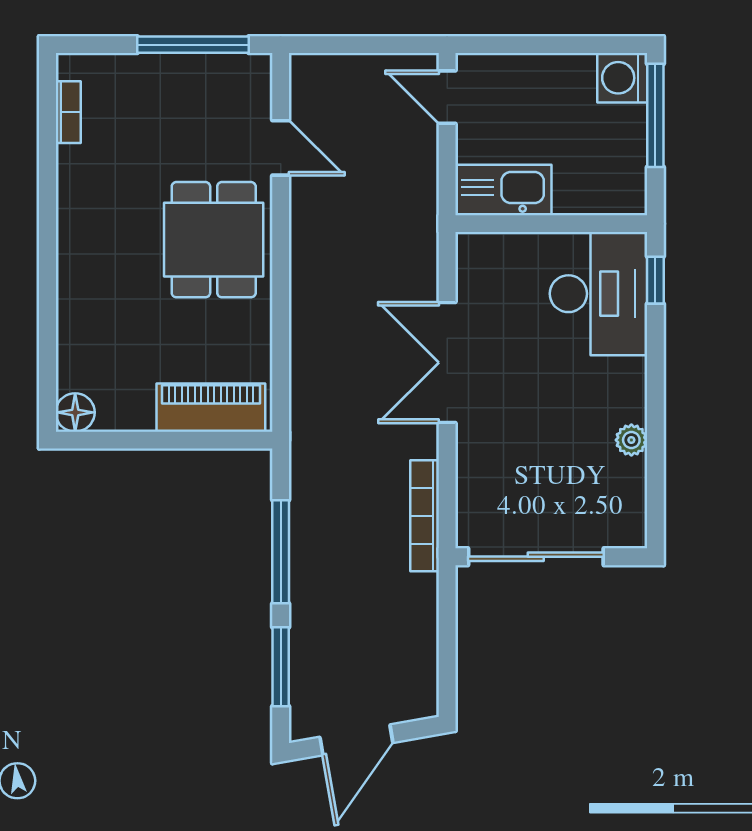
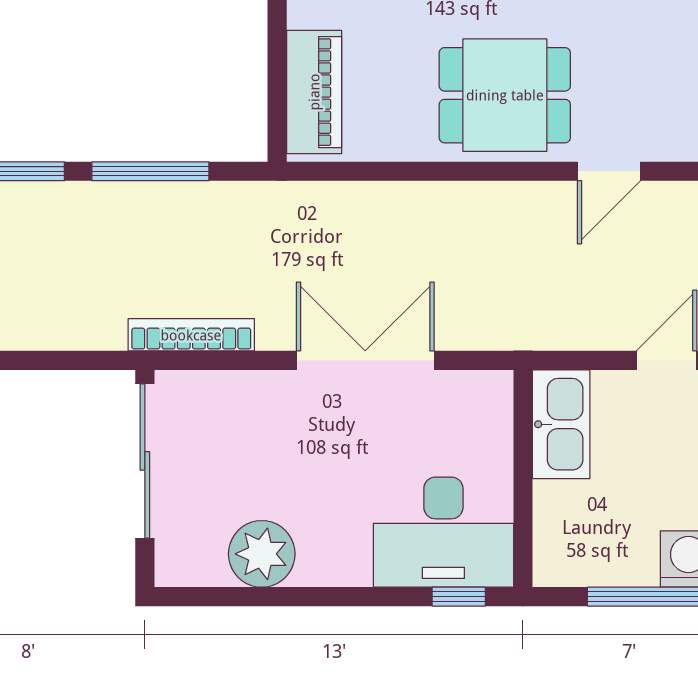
plant: (631, 440) -> (262, 554), width x1.88, depth x1.88

